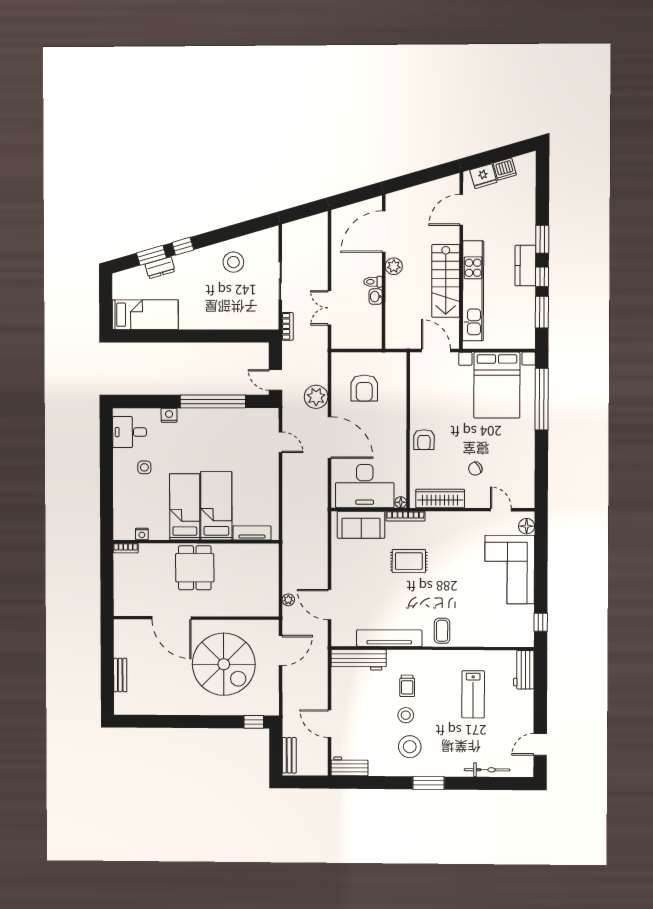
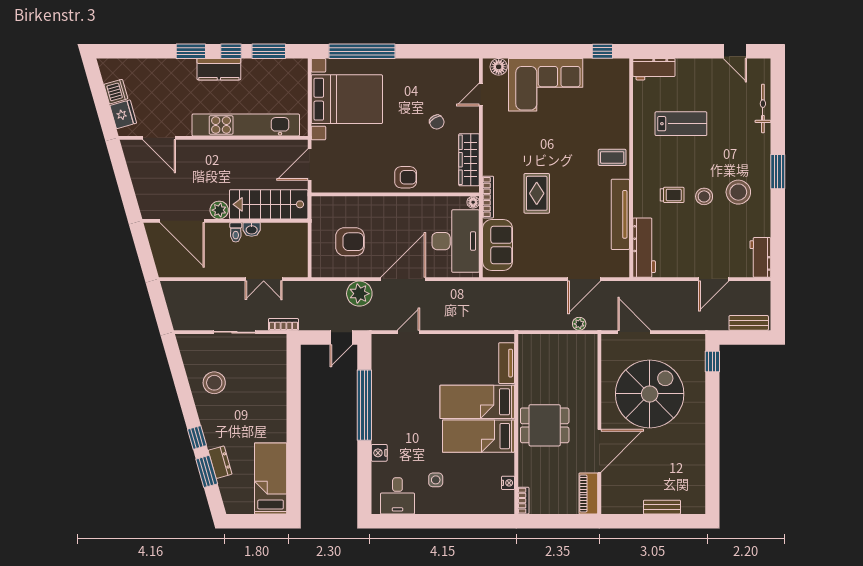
stairs: (446, 281) -> (269, 204), moved, turned 180
piano: (132, 608) -> (588, 493), added

